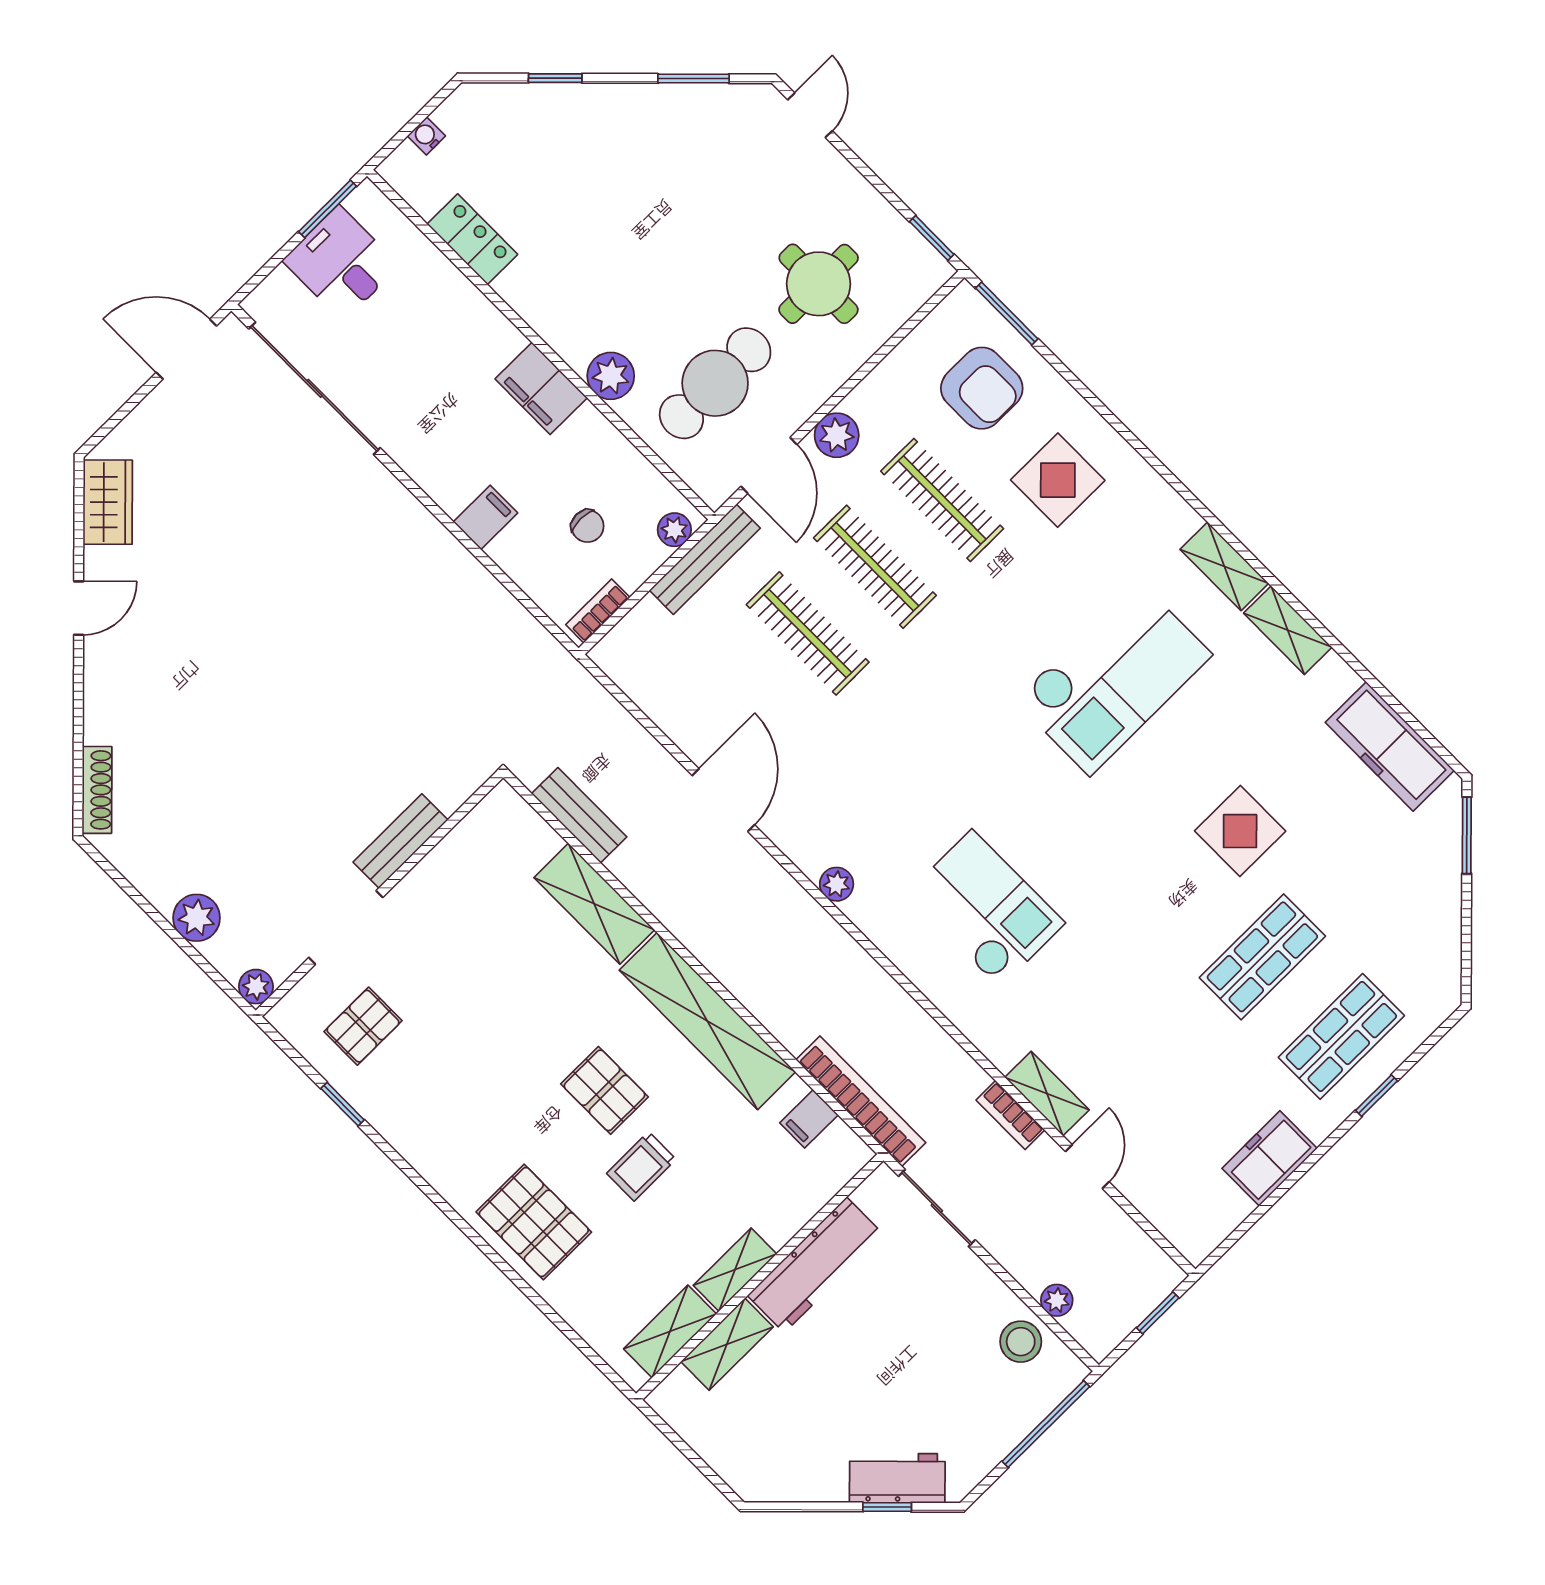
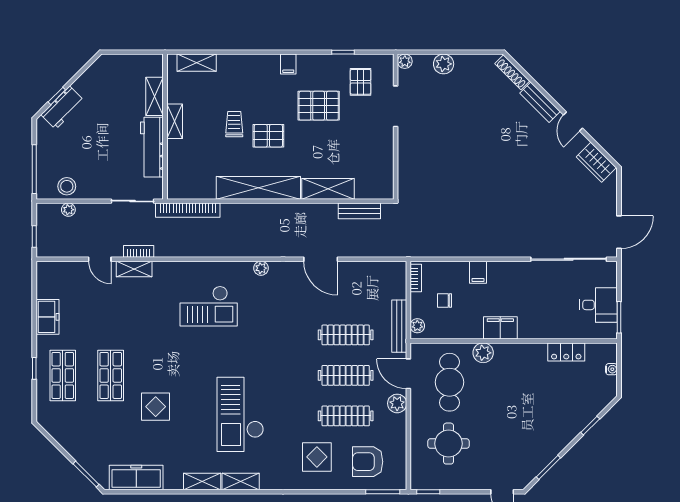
bench: (400, 841) -> (540, 102), moved, turned -45
filing cabinet: (809, 1119) -> (288, 64), moved, turned 180
pallet: (534, 1222) -> (319, 106), moved
shelving: (670, 1331) -> (197, 63), moved, turned 90

